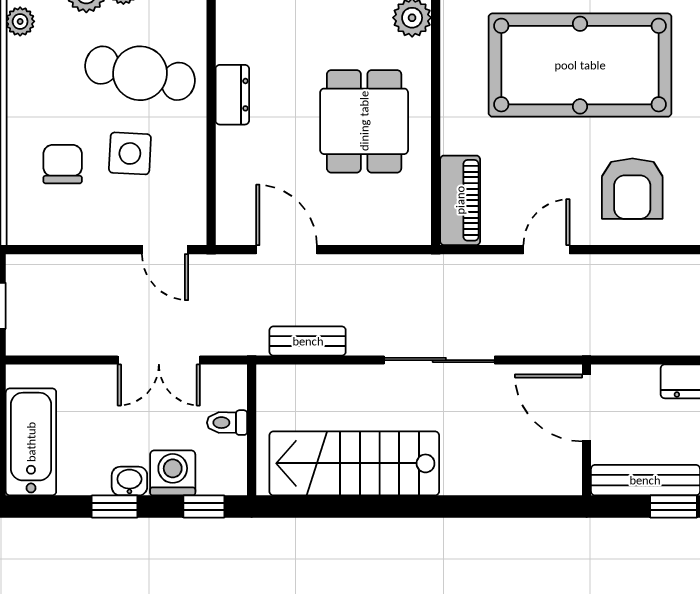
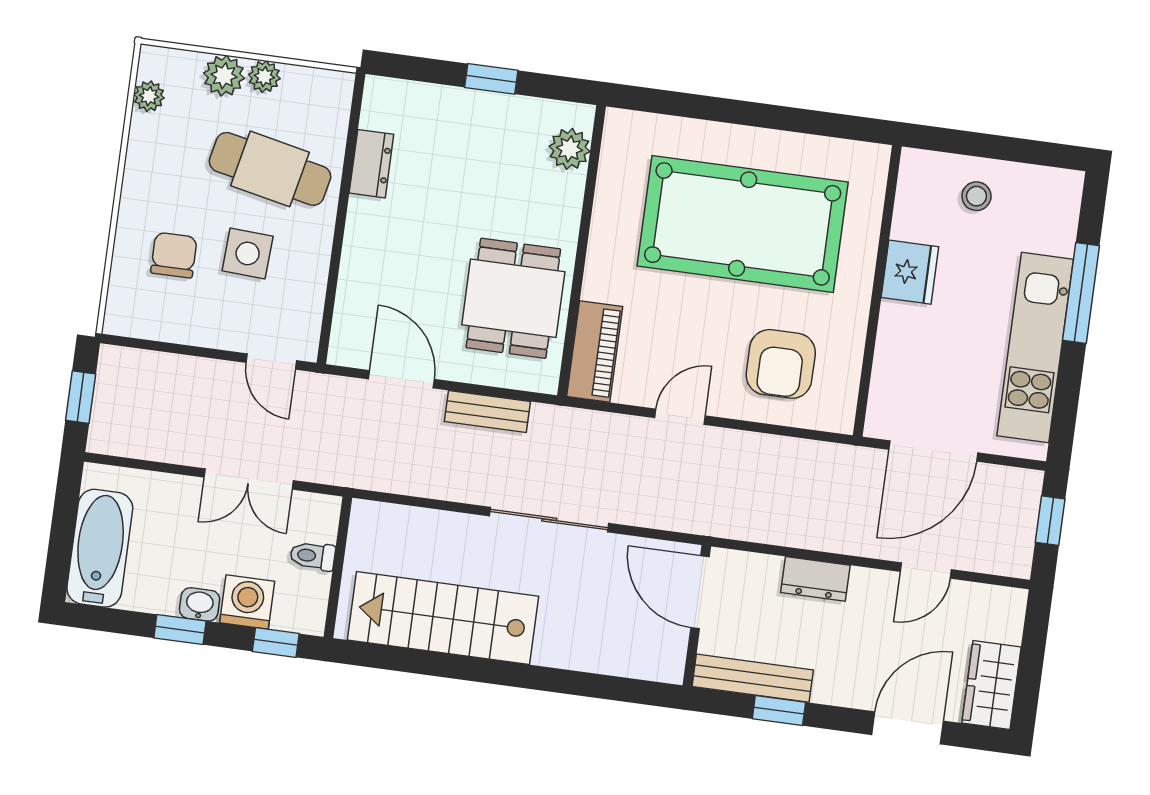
dresser: (232, 95) -> (371, 164), moved
dining table: (364, 121) -> (513, 298), moved
bench: (308, 341) -> (487, 412), moved

